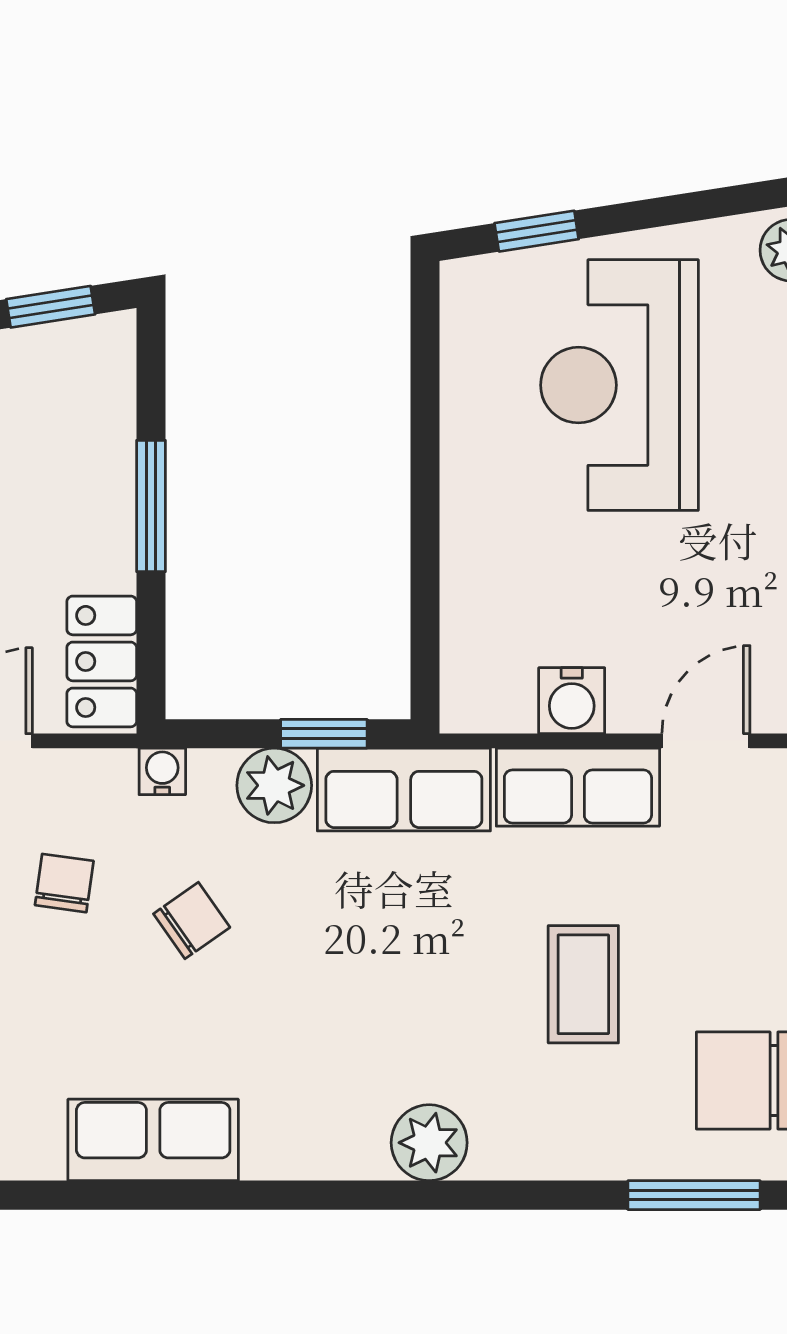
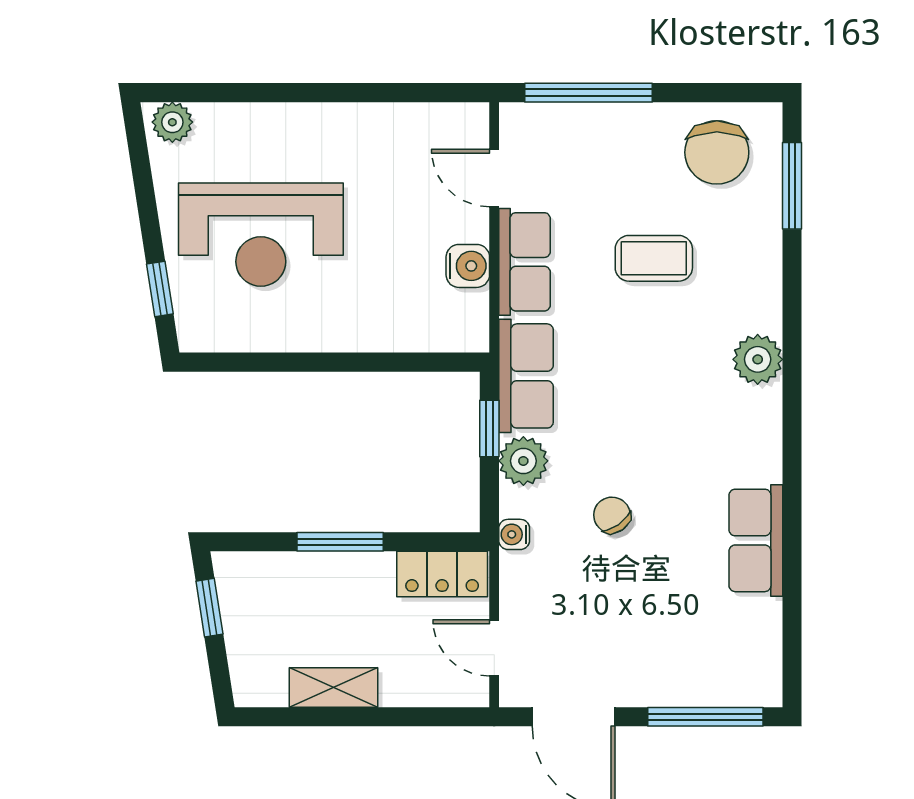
chair: (64, 883) -> (587, 599), removed

